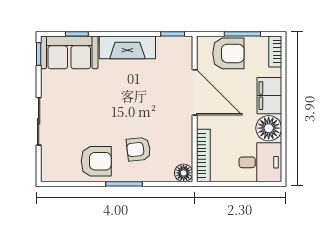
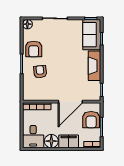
floor lamp: (184, 173) -> (27, 24), moved

